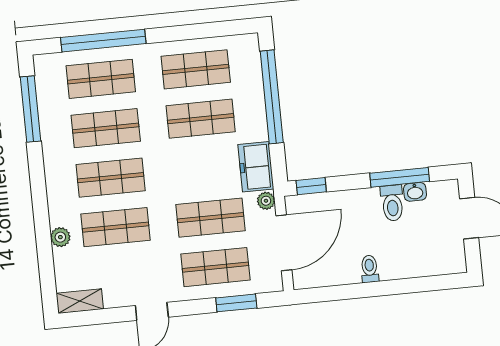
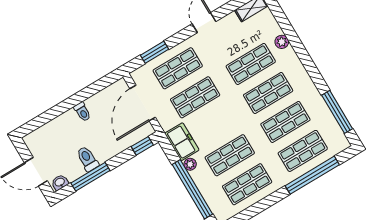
washbasin: (415, 192) -> (60, 182), moved
plant: (266, 201) -> (190, 164), moved

